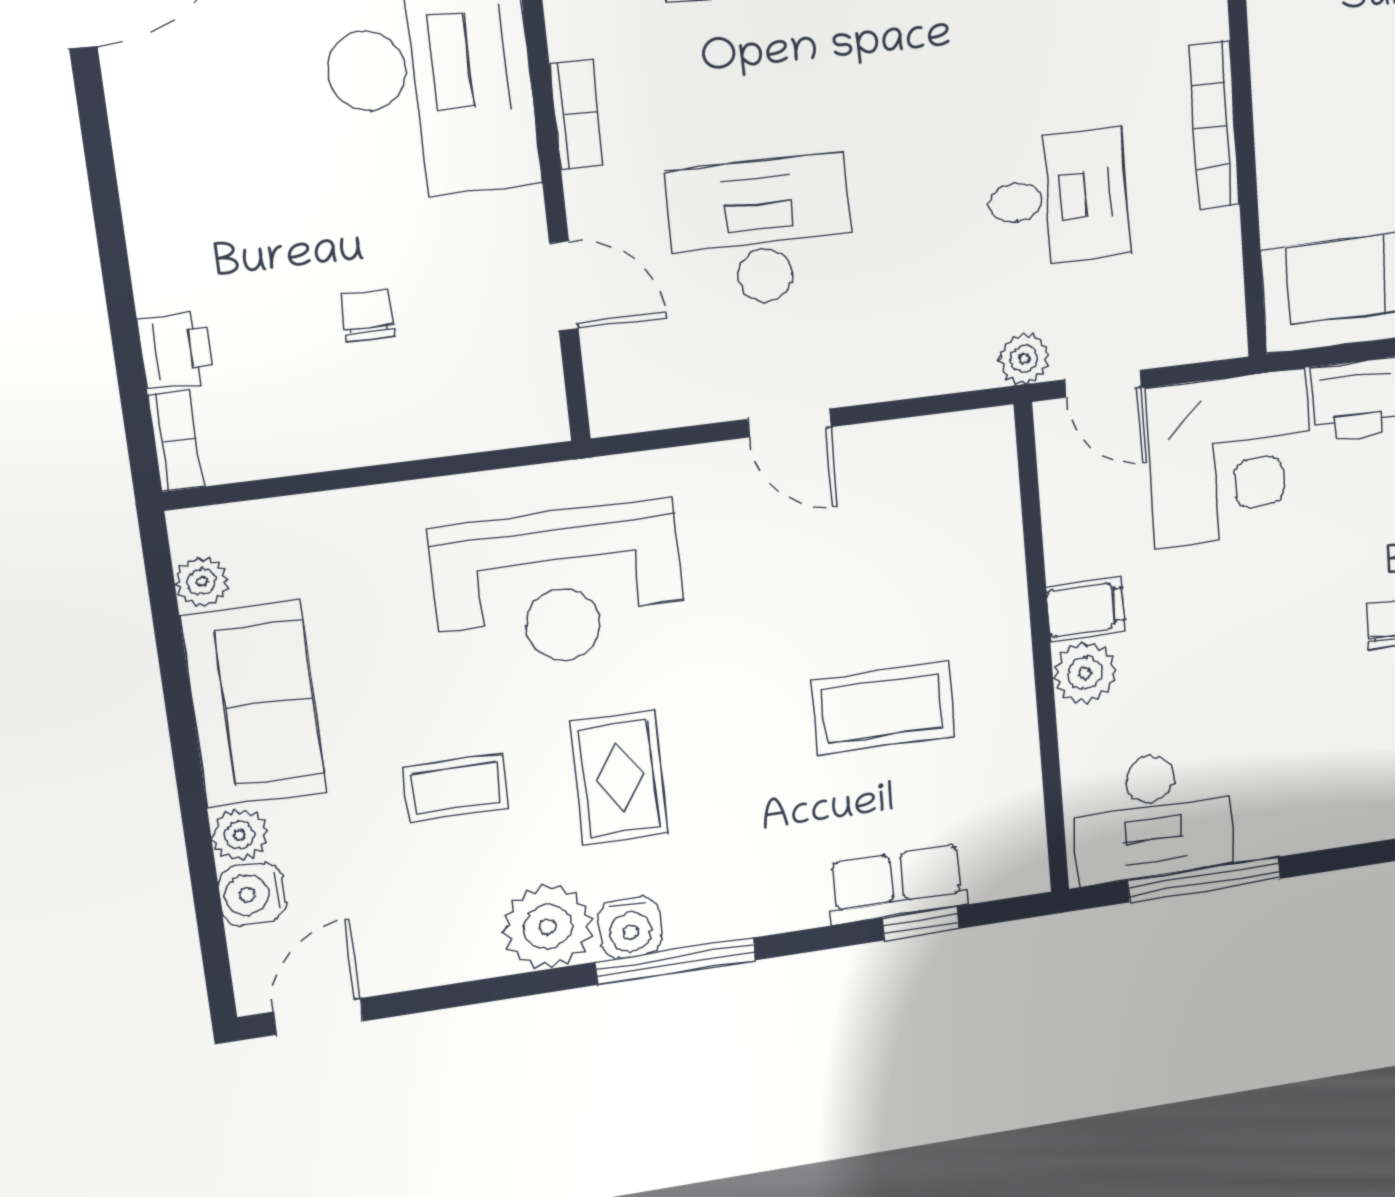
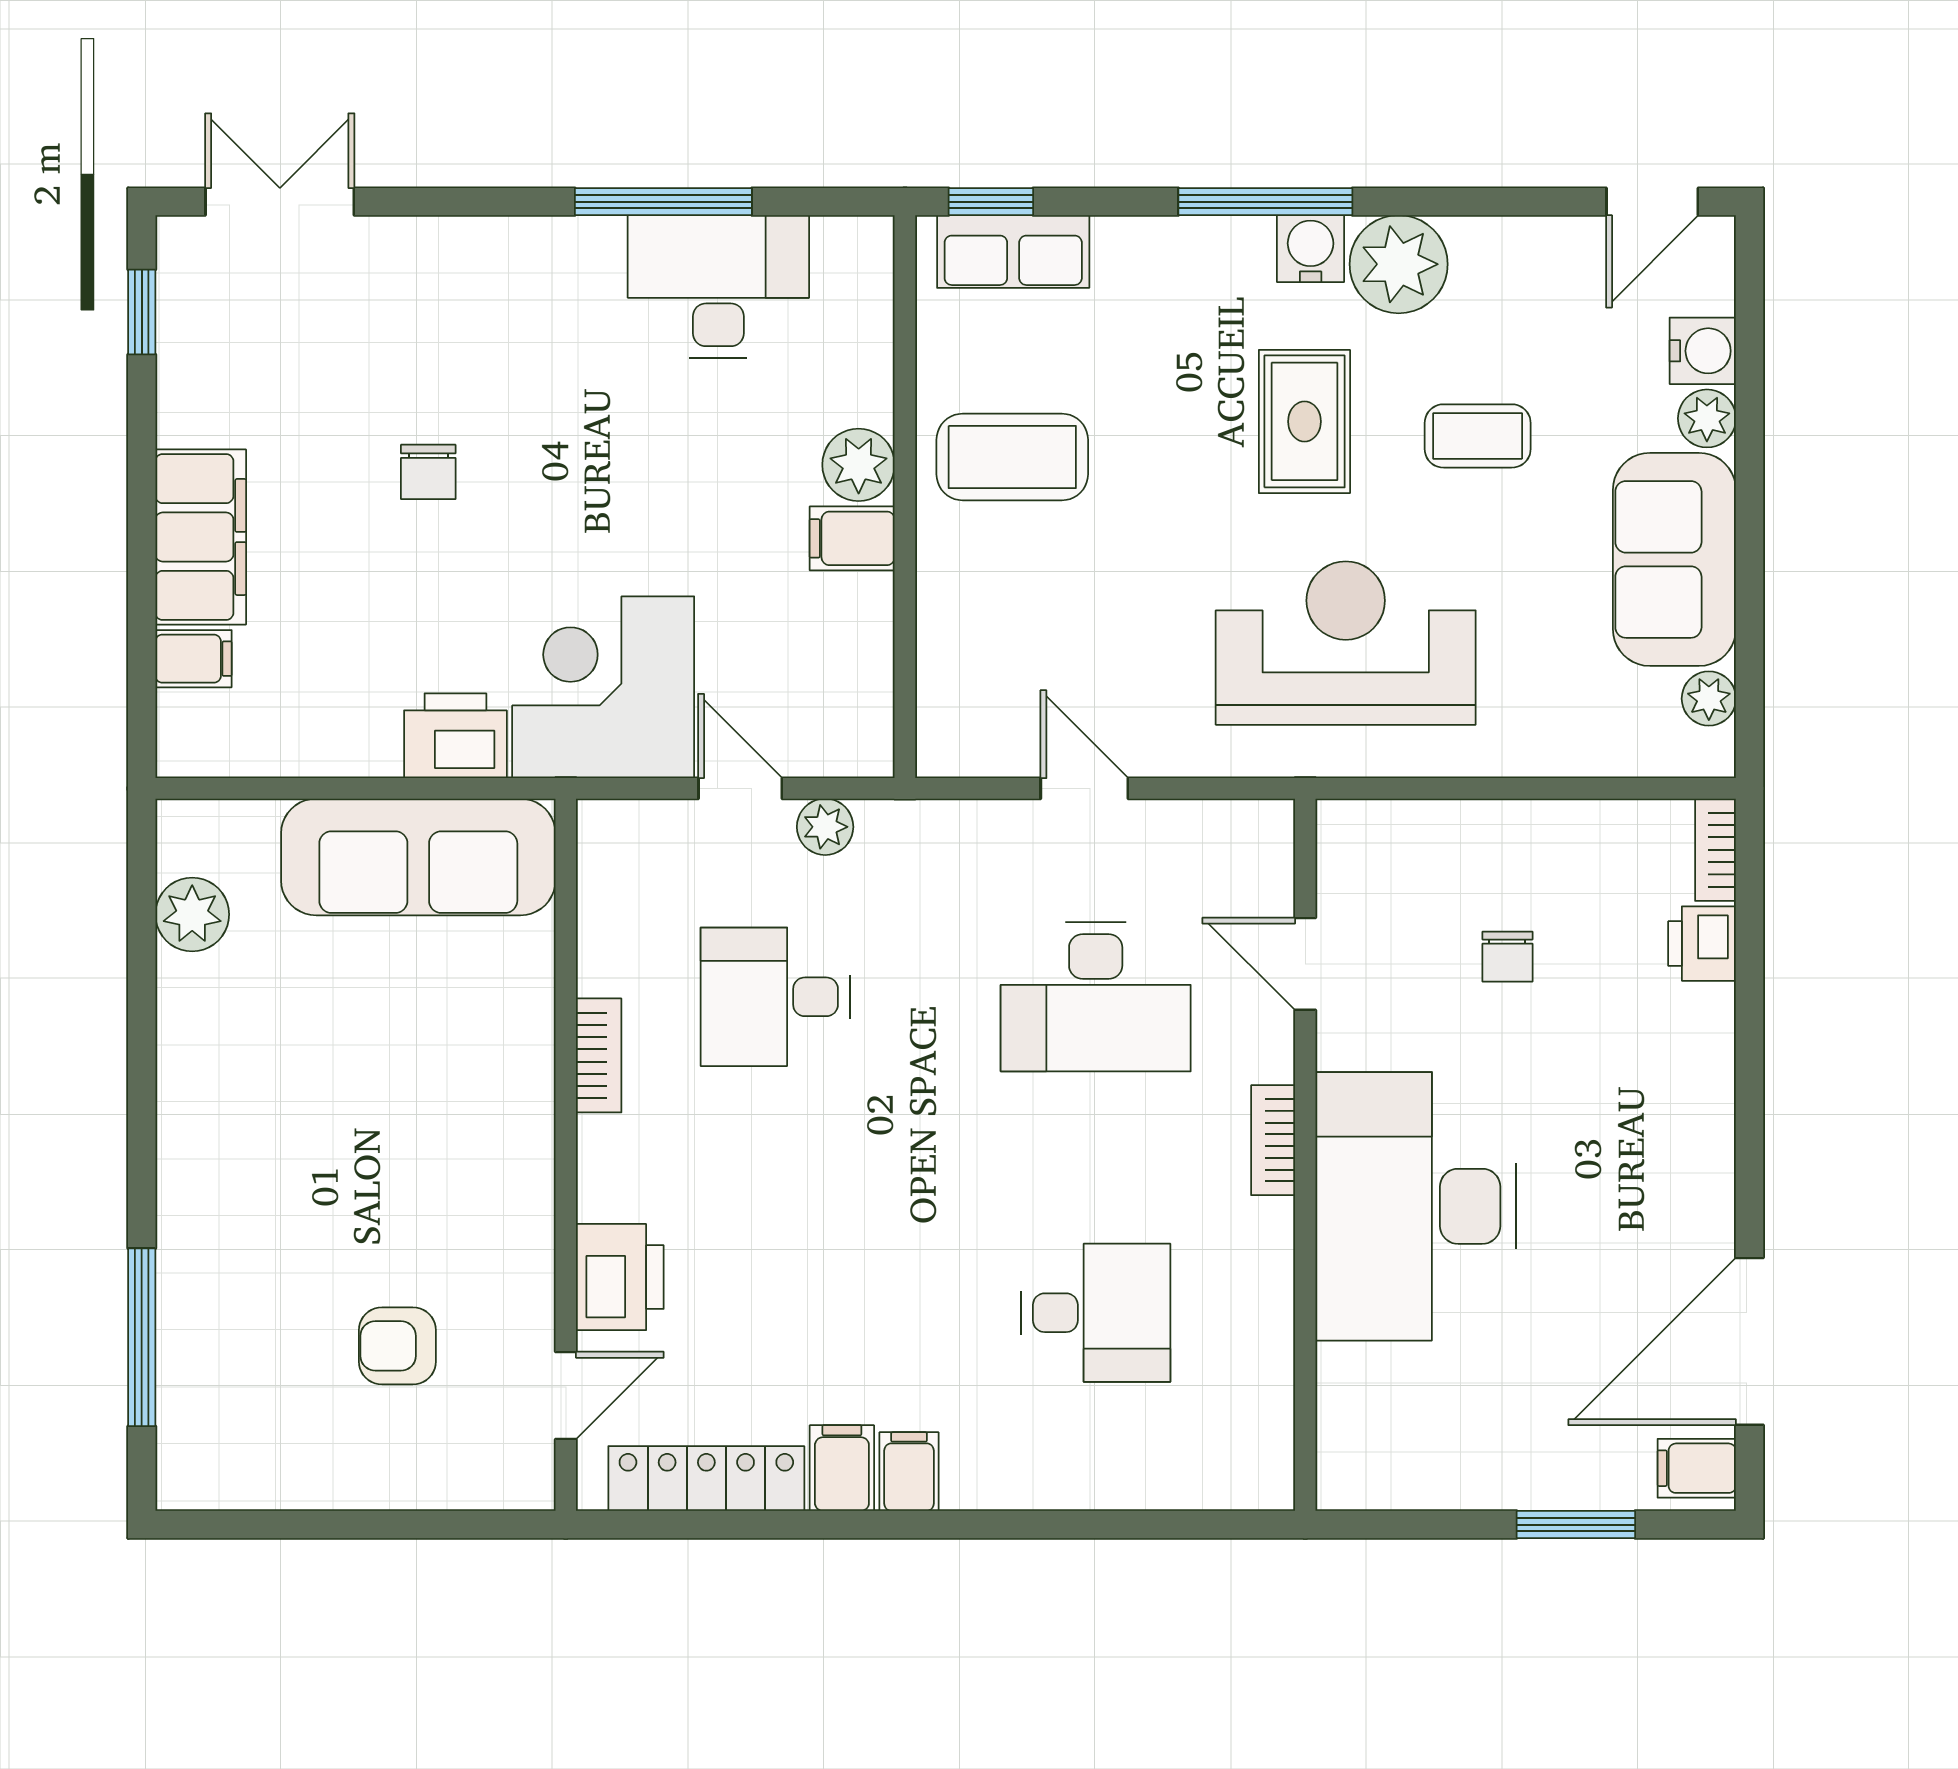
bookcase: (1214, 126) -> (599, 1055), width x0.64
filing cabinet: (1086, 609) -> (852, 538), moved
wall: (1042, 651) -> (905, 497), moved
plant: (1085, 673) -> (859, 465), moved

